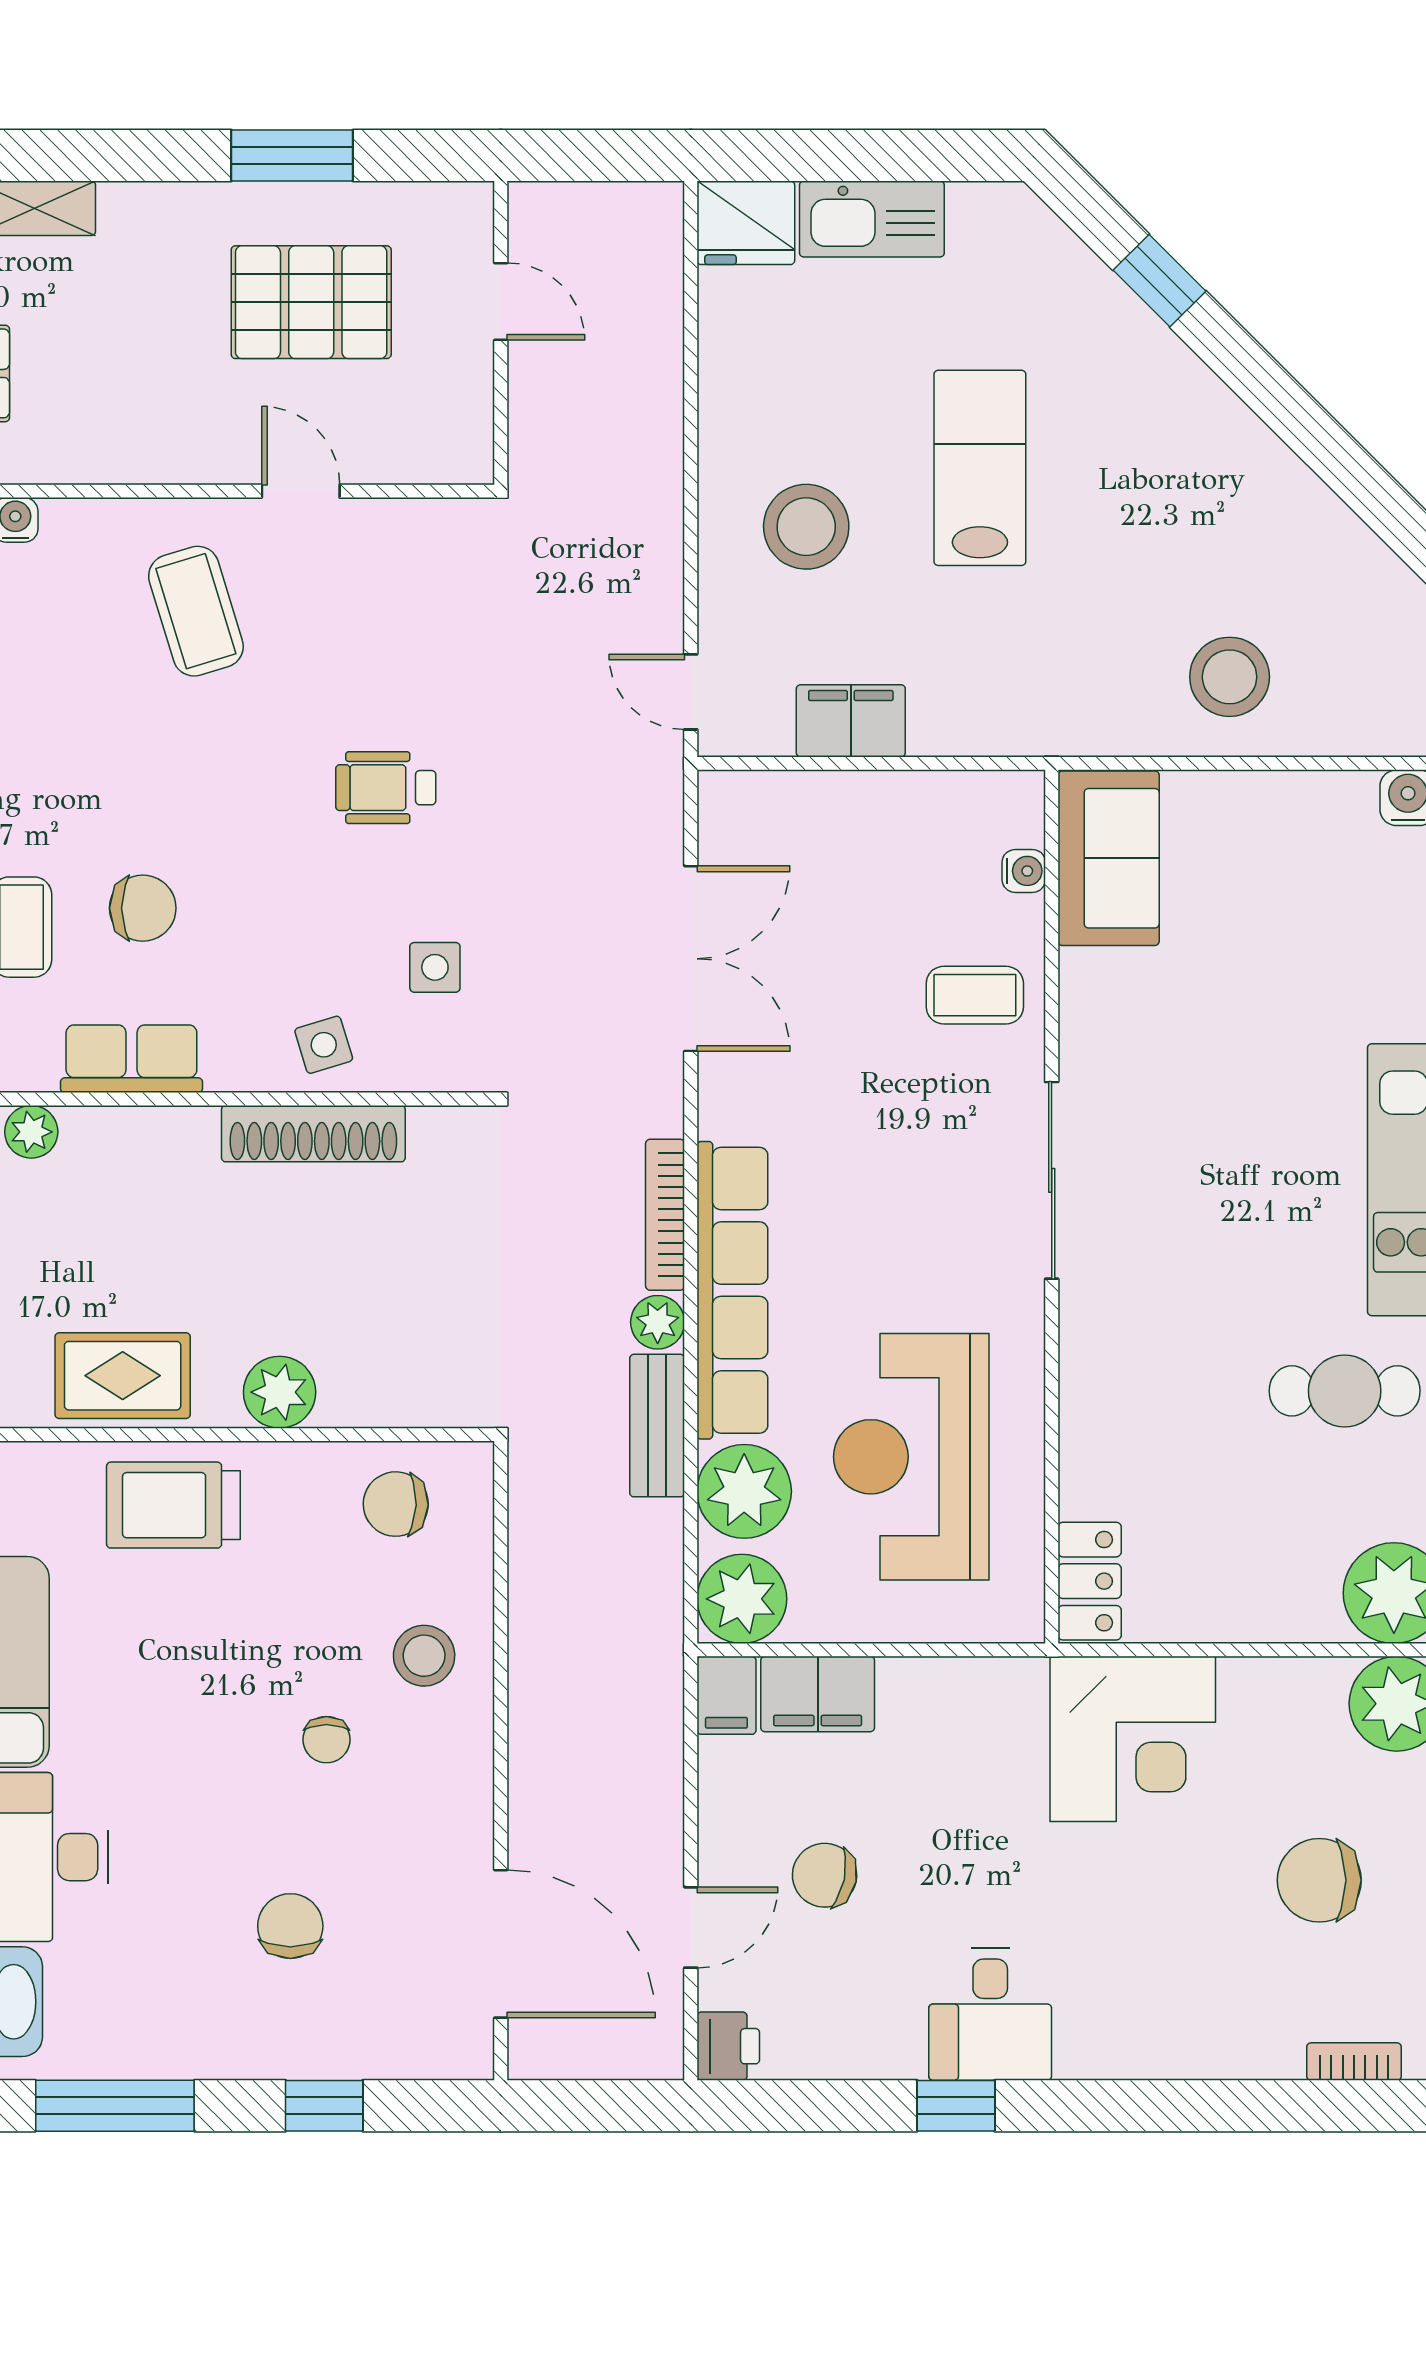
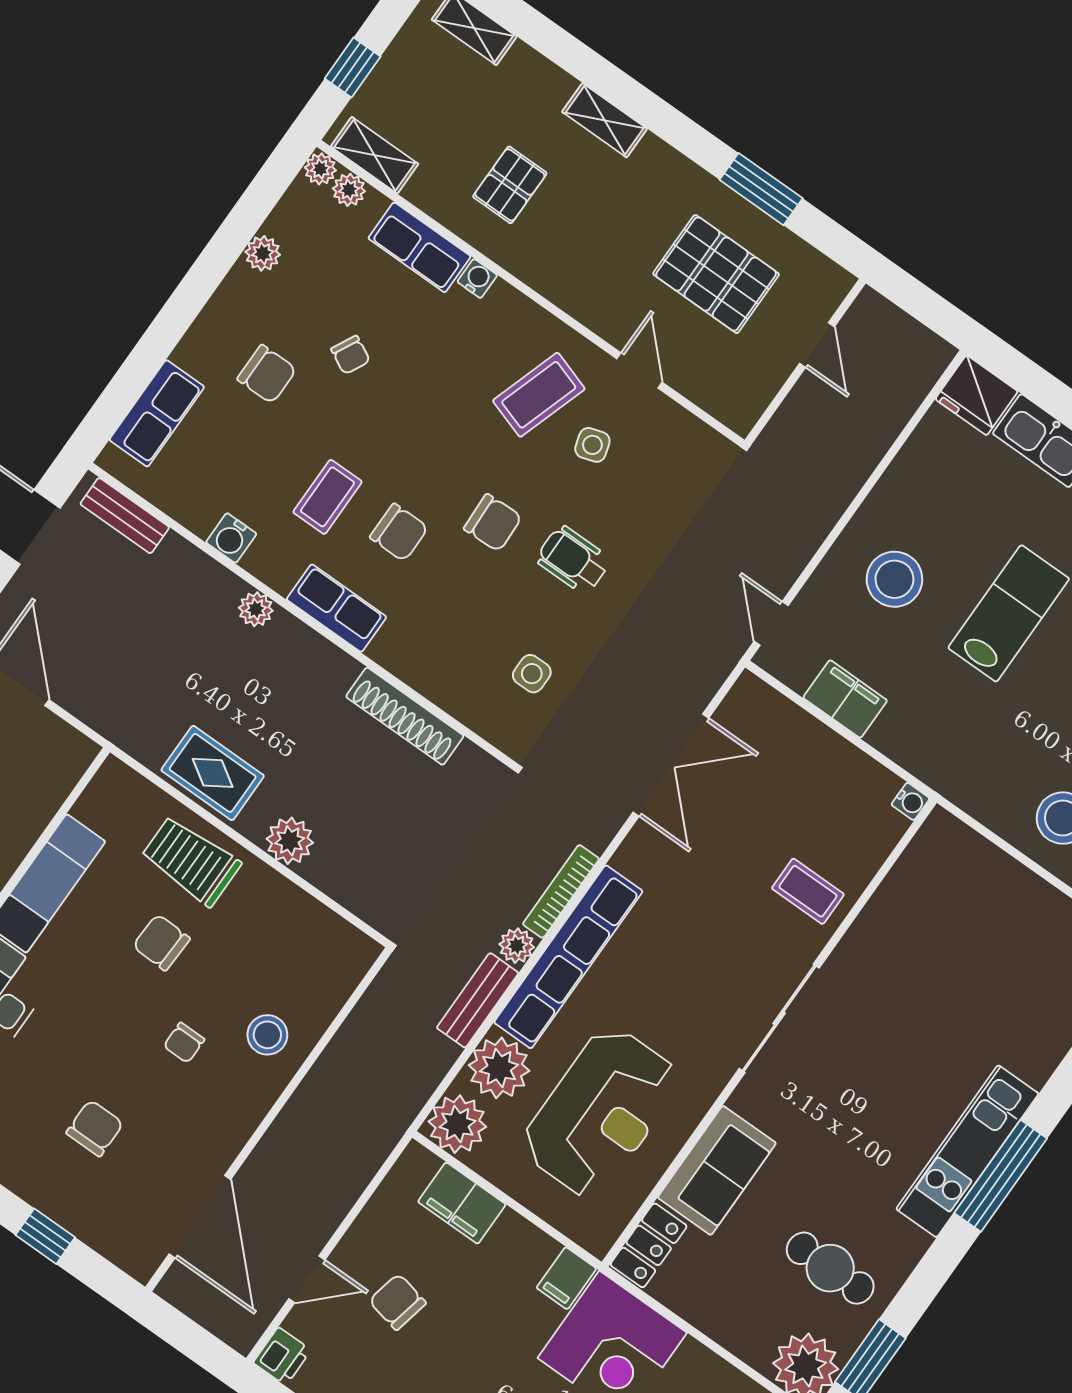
coffee table: (196, 611) -> (539, 395), turned 35
chair: (252, 813) -> (493, 523), added
sofa: (1109, 858) -> (717, 1170), moved
water cooler: (1024, 871) -> (910, 801), moved
side table: (324, 1045) -> (592, 445), moved
cafe table: (1345, 1391) -> (830, 1268), moved
reception desk: (911, 1457) -> (601, 1112), turned 180
chair: (396, 1504) -> (161, 942), moved
filing cabinet: (726, 1695) -> (566, 1278), moved

